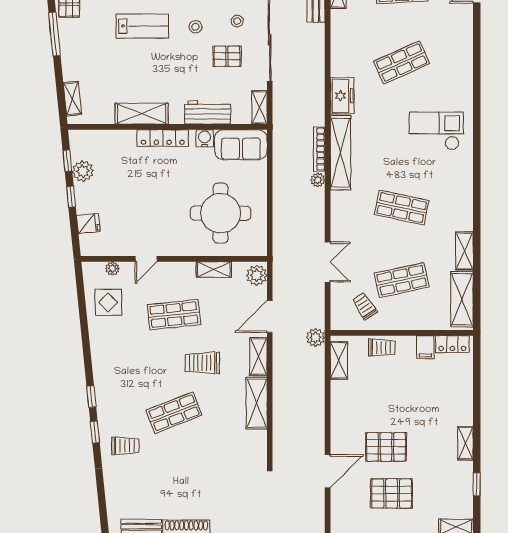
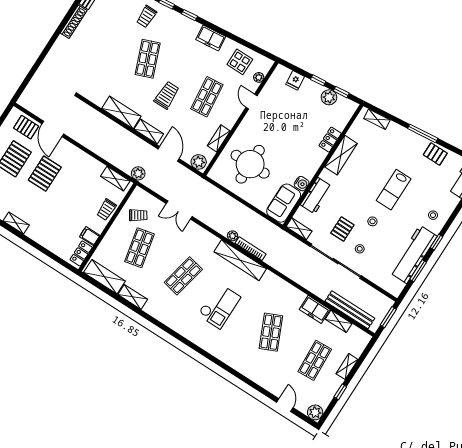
freezer: (342, 96) -> (315, 309), moved
checkout: (436, 131) -> (219, 306), moved
locker: (163, 138) -> (330, 140), moved, width x0.66
freezer: (102, 354) -> (211, 38), added
pallet: (346, 504) -> (26, 127), added

